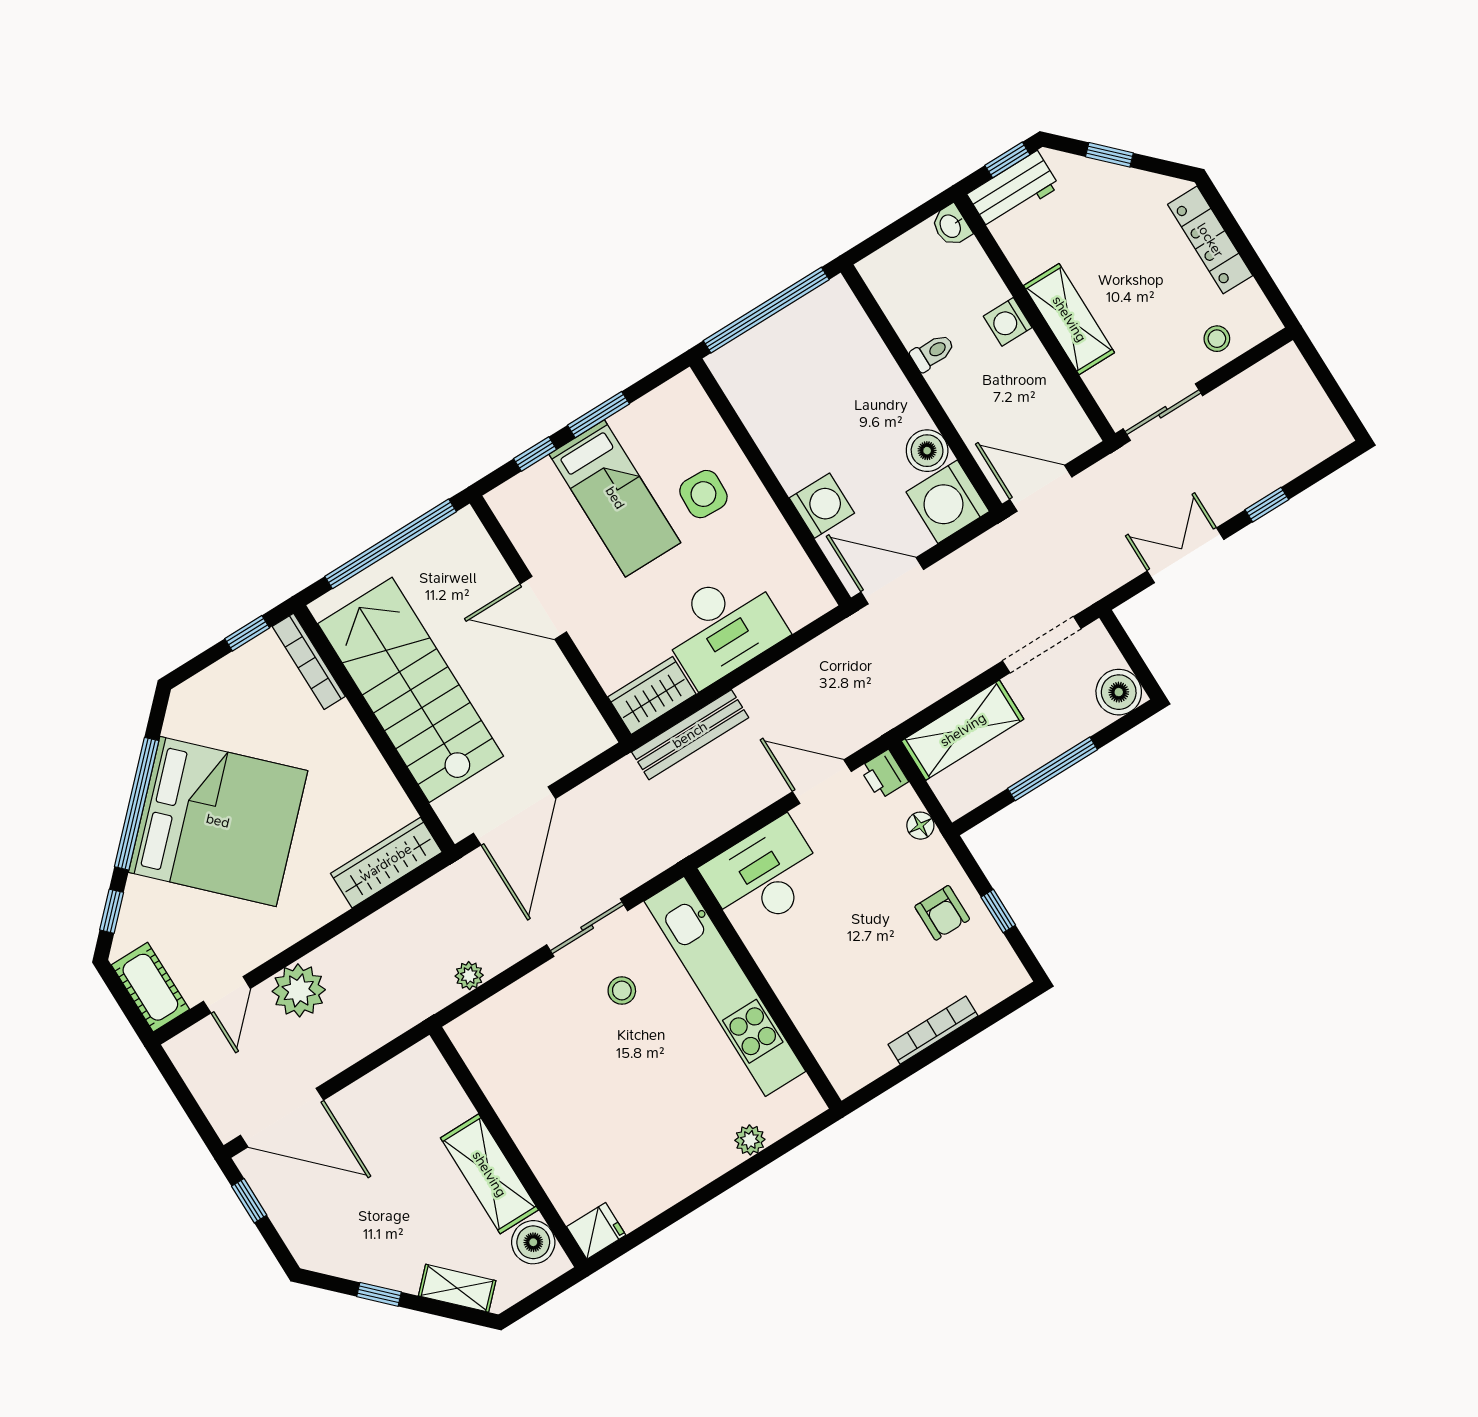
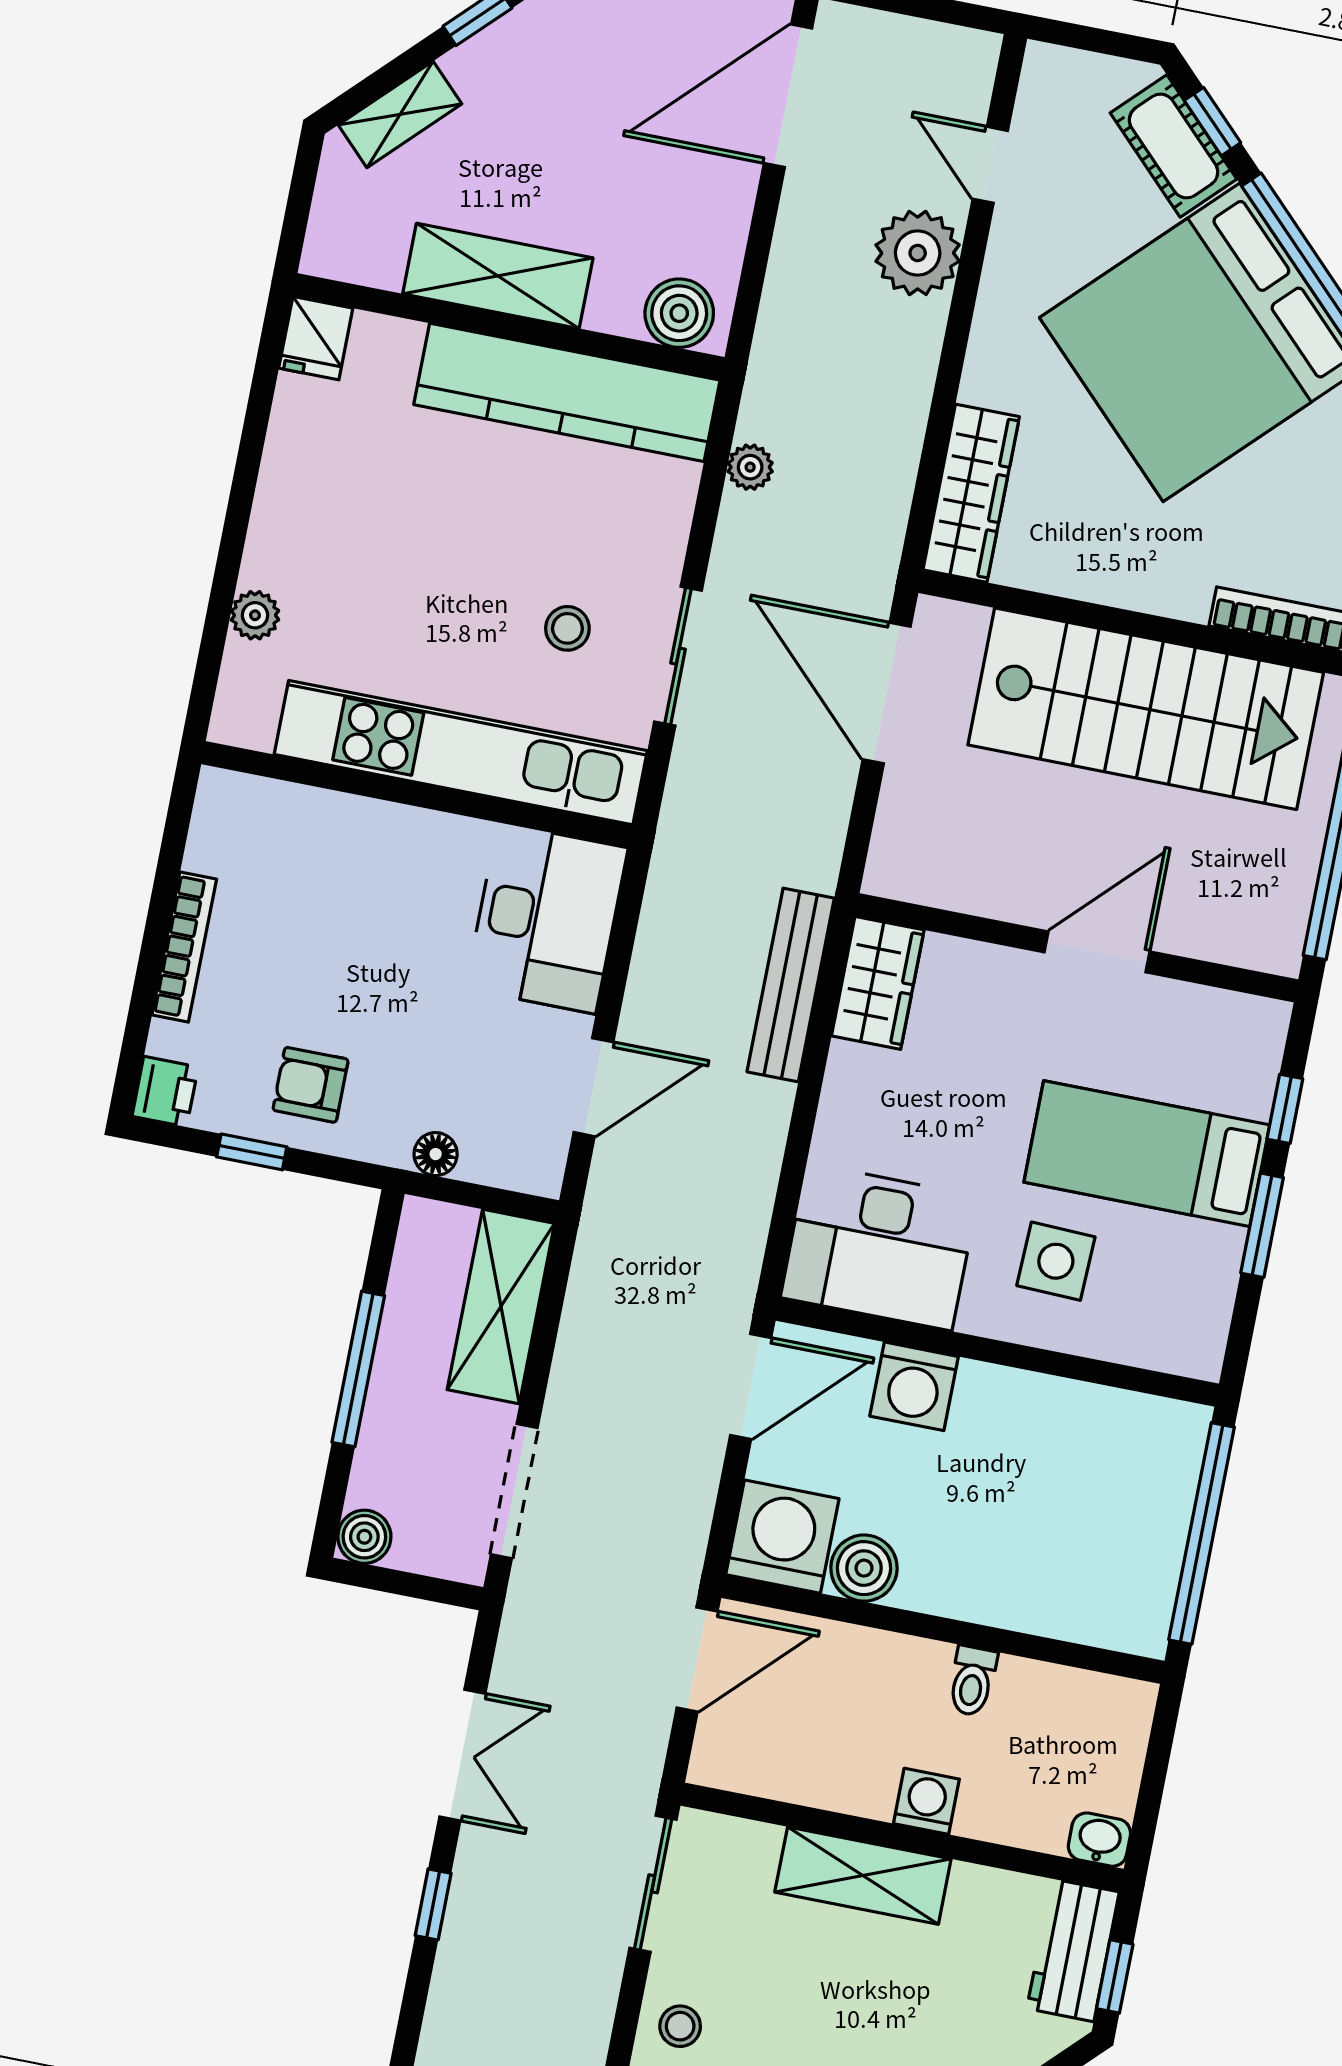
desk: (722, 627) -> (879, 1247), moved, turned -90
boiler: (1119, 692) -> (364, 1537), width x0.73, depth x0.73
printer: (884, 774) -> (165, 1092), moved, turned 90
cot: (150, 987) -> (1174, 146), moved, turned 45
kitchen counter: (513, 1092) -> (567, 392), added
boiler: (533, 1242) -> (679, 313), moved

